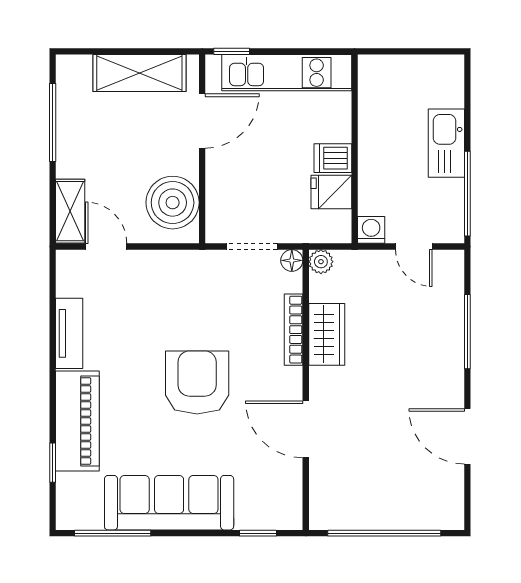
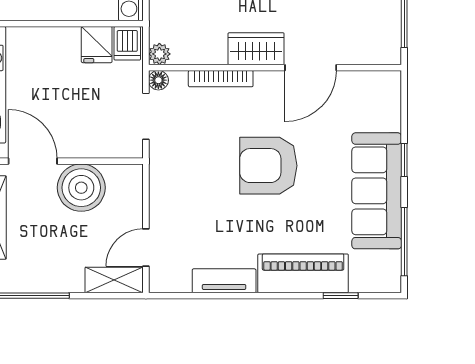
dishwasher: (333, 158) -> (127, 43), moved
boiler: (173, 203) -> (81, 188), moved
wardrobe: (327, 334) -> (256, 49), moved
window: (258, 533) -> (404, 160), moved

